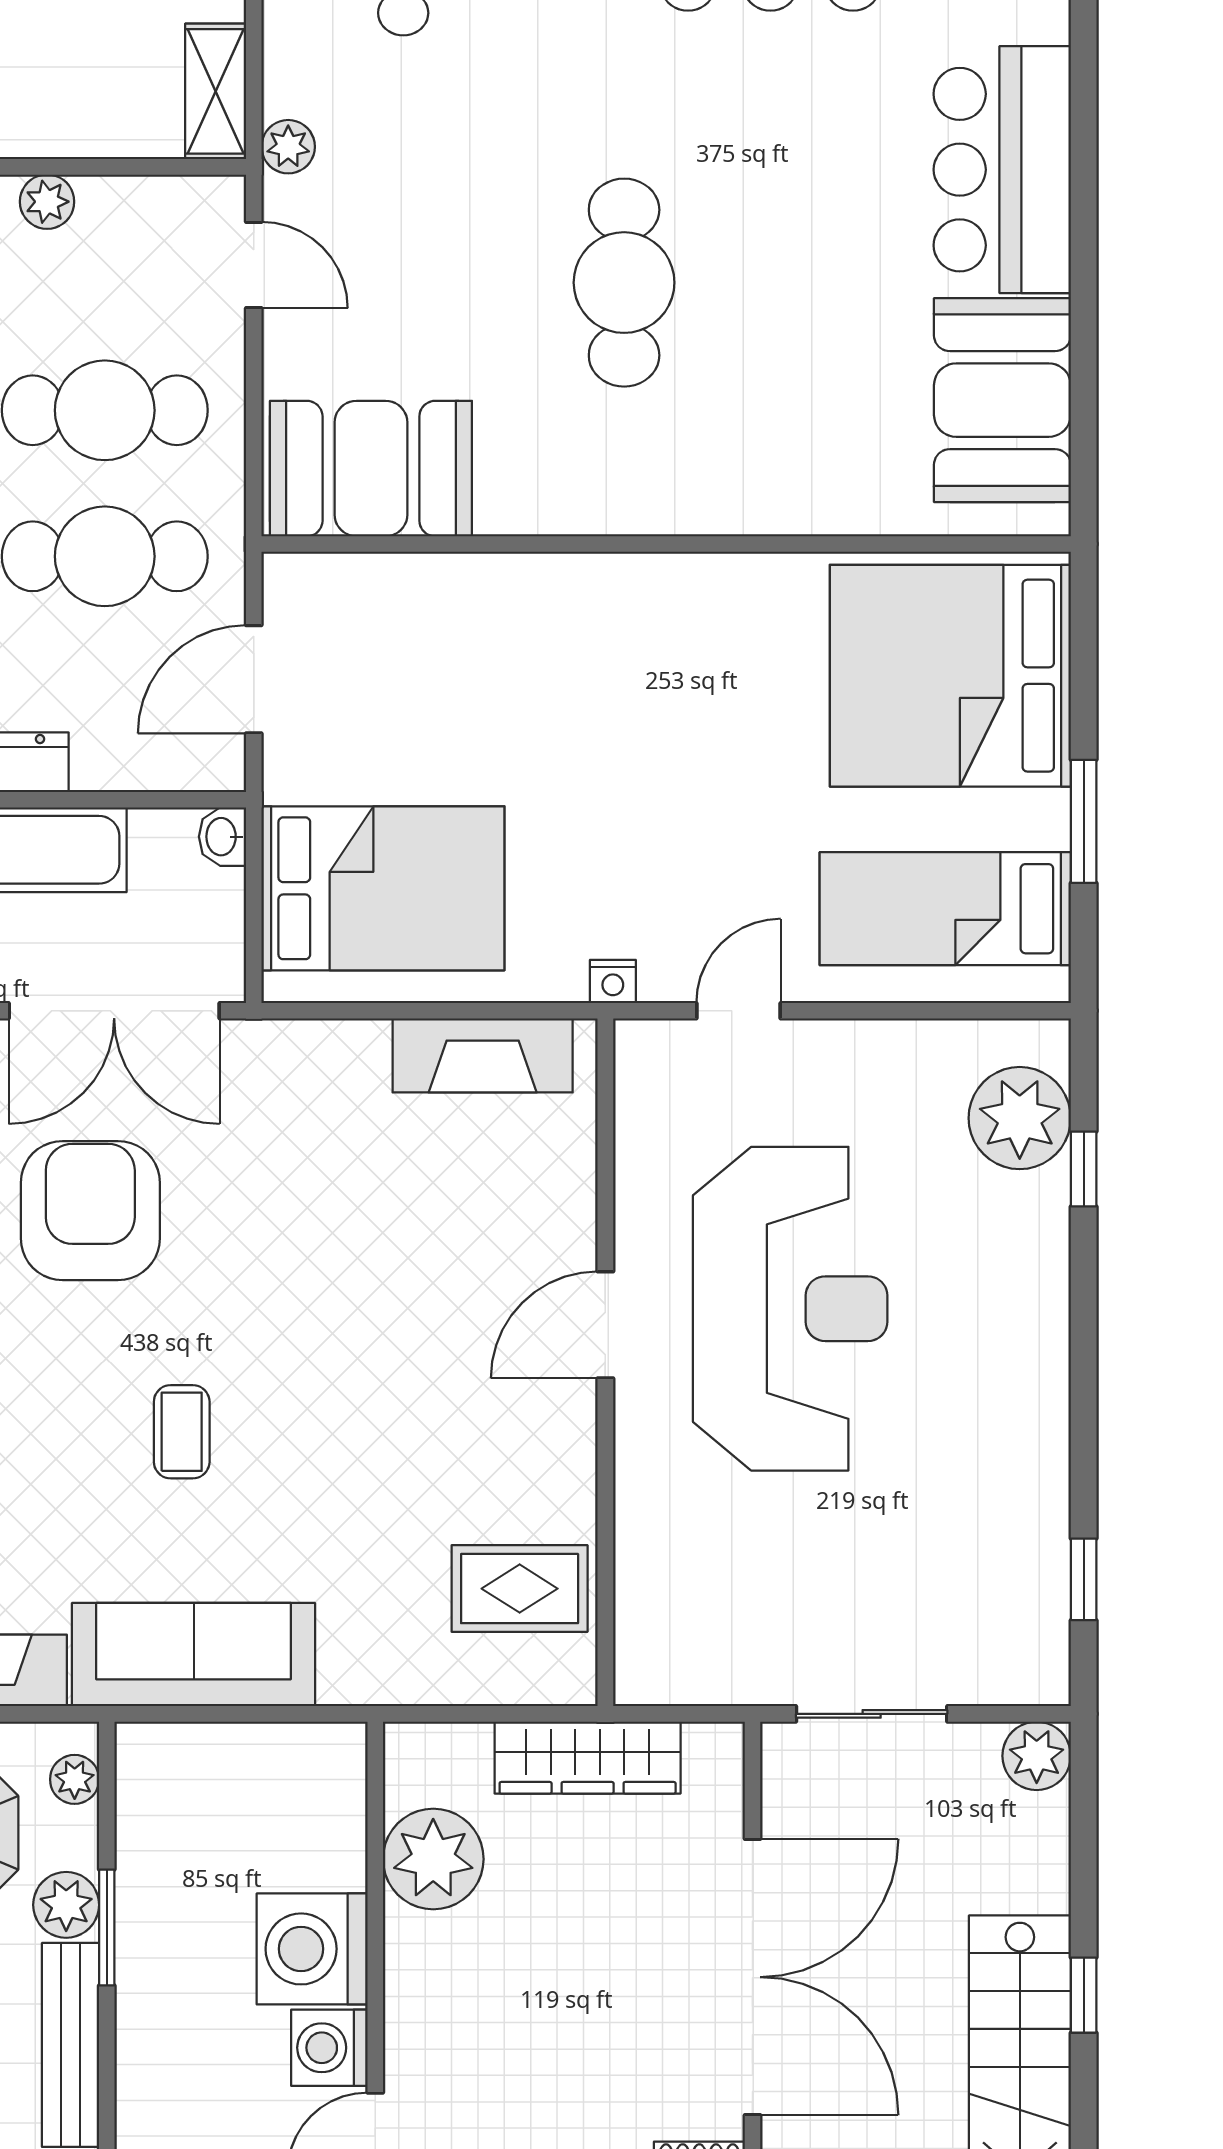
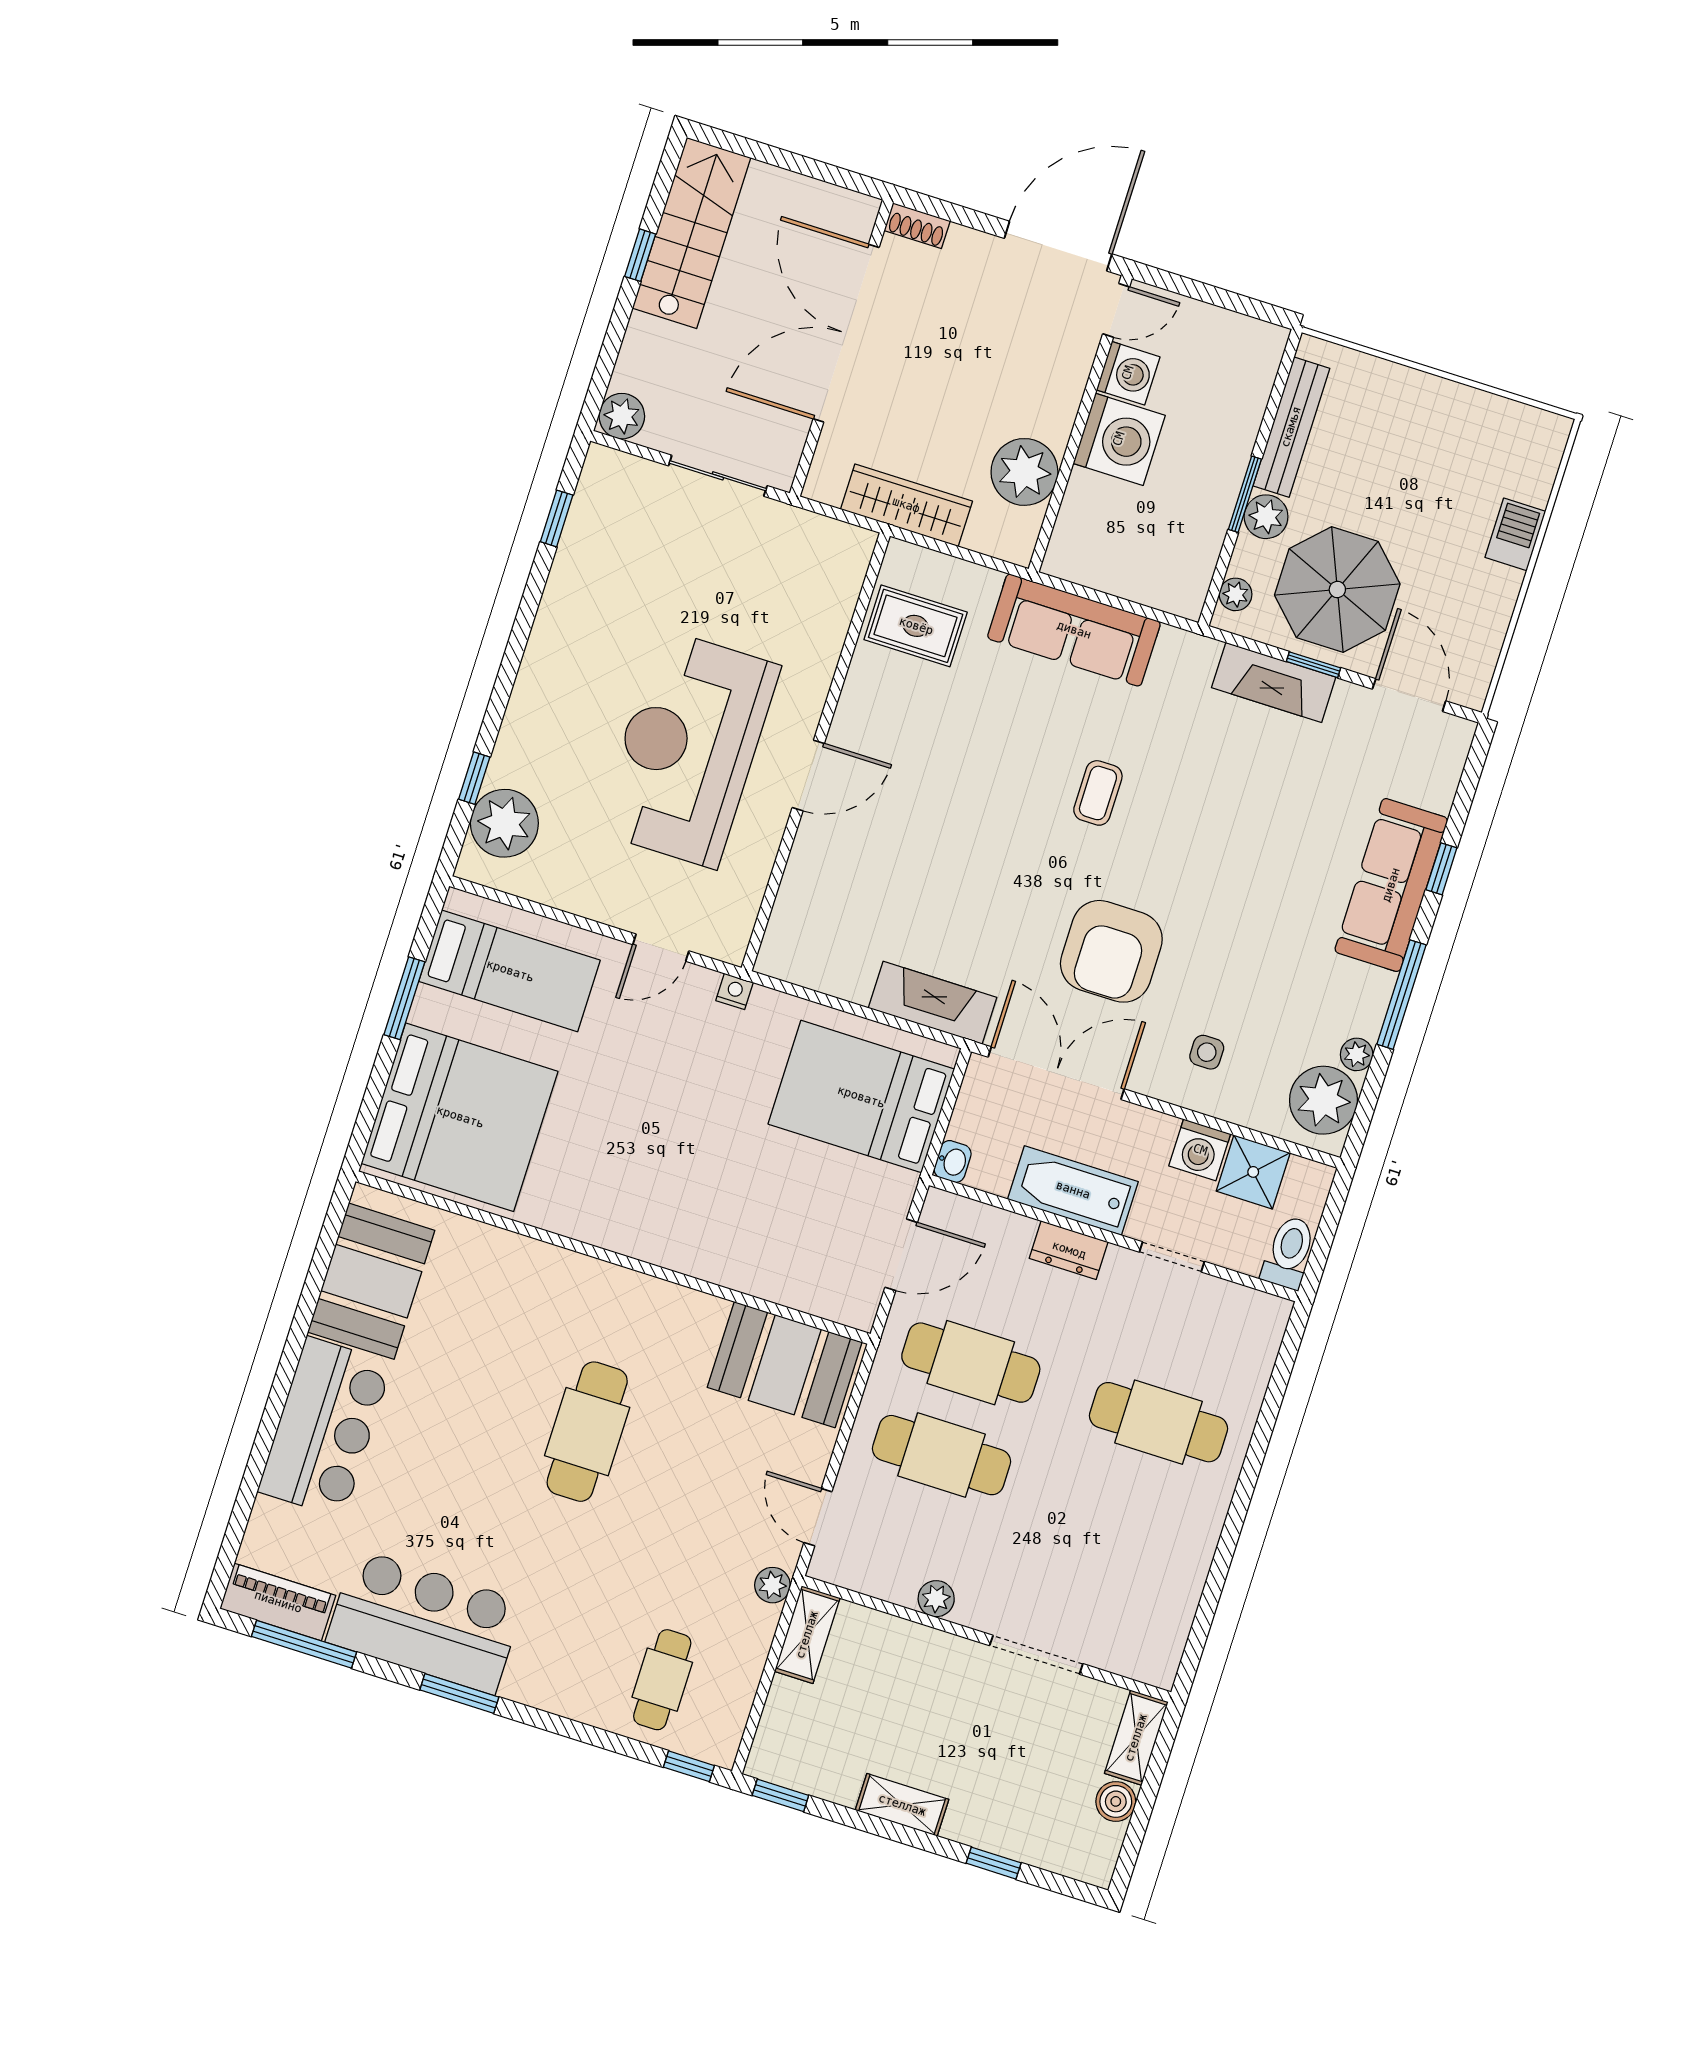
fireplace: (483, 1055) -> (933, 1003), moved
sofa: (194, 1655) -> (1074, 630), moved

